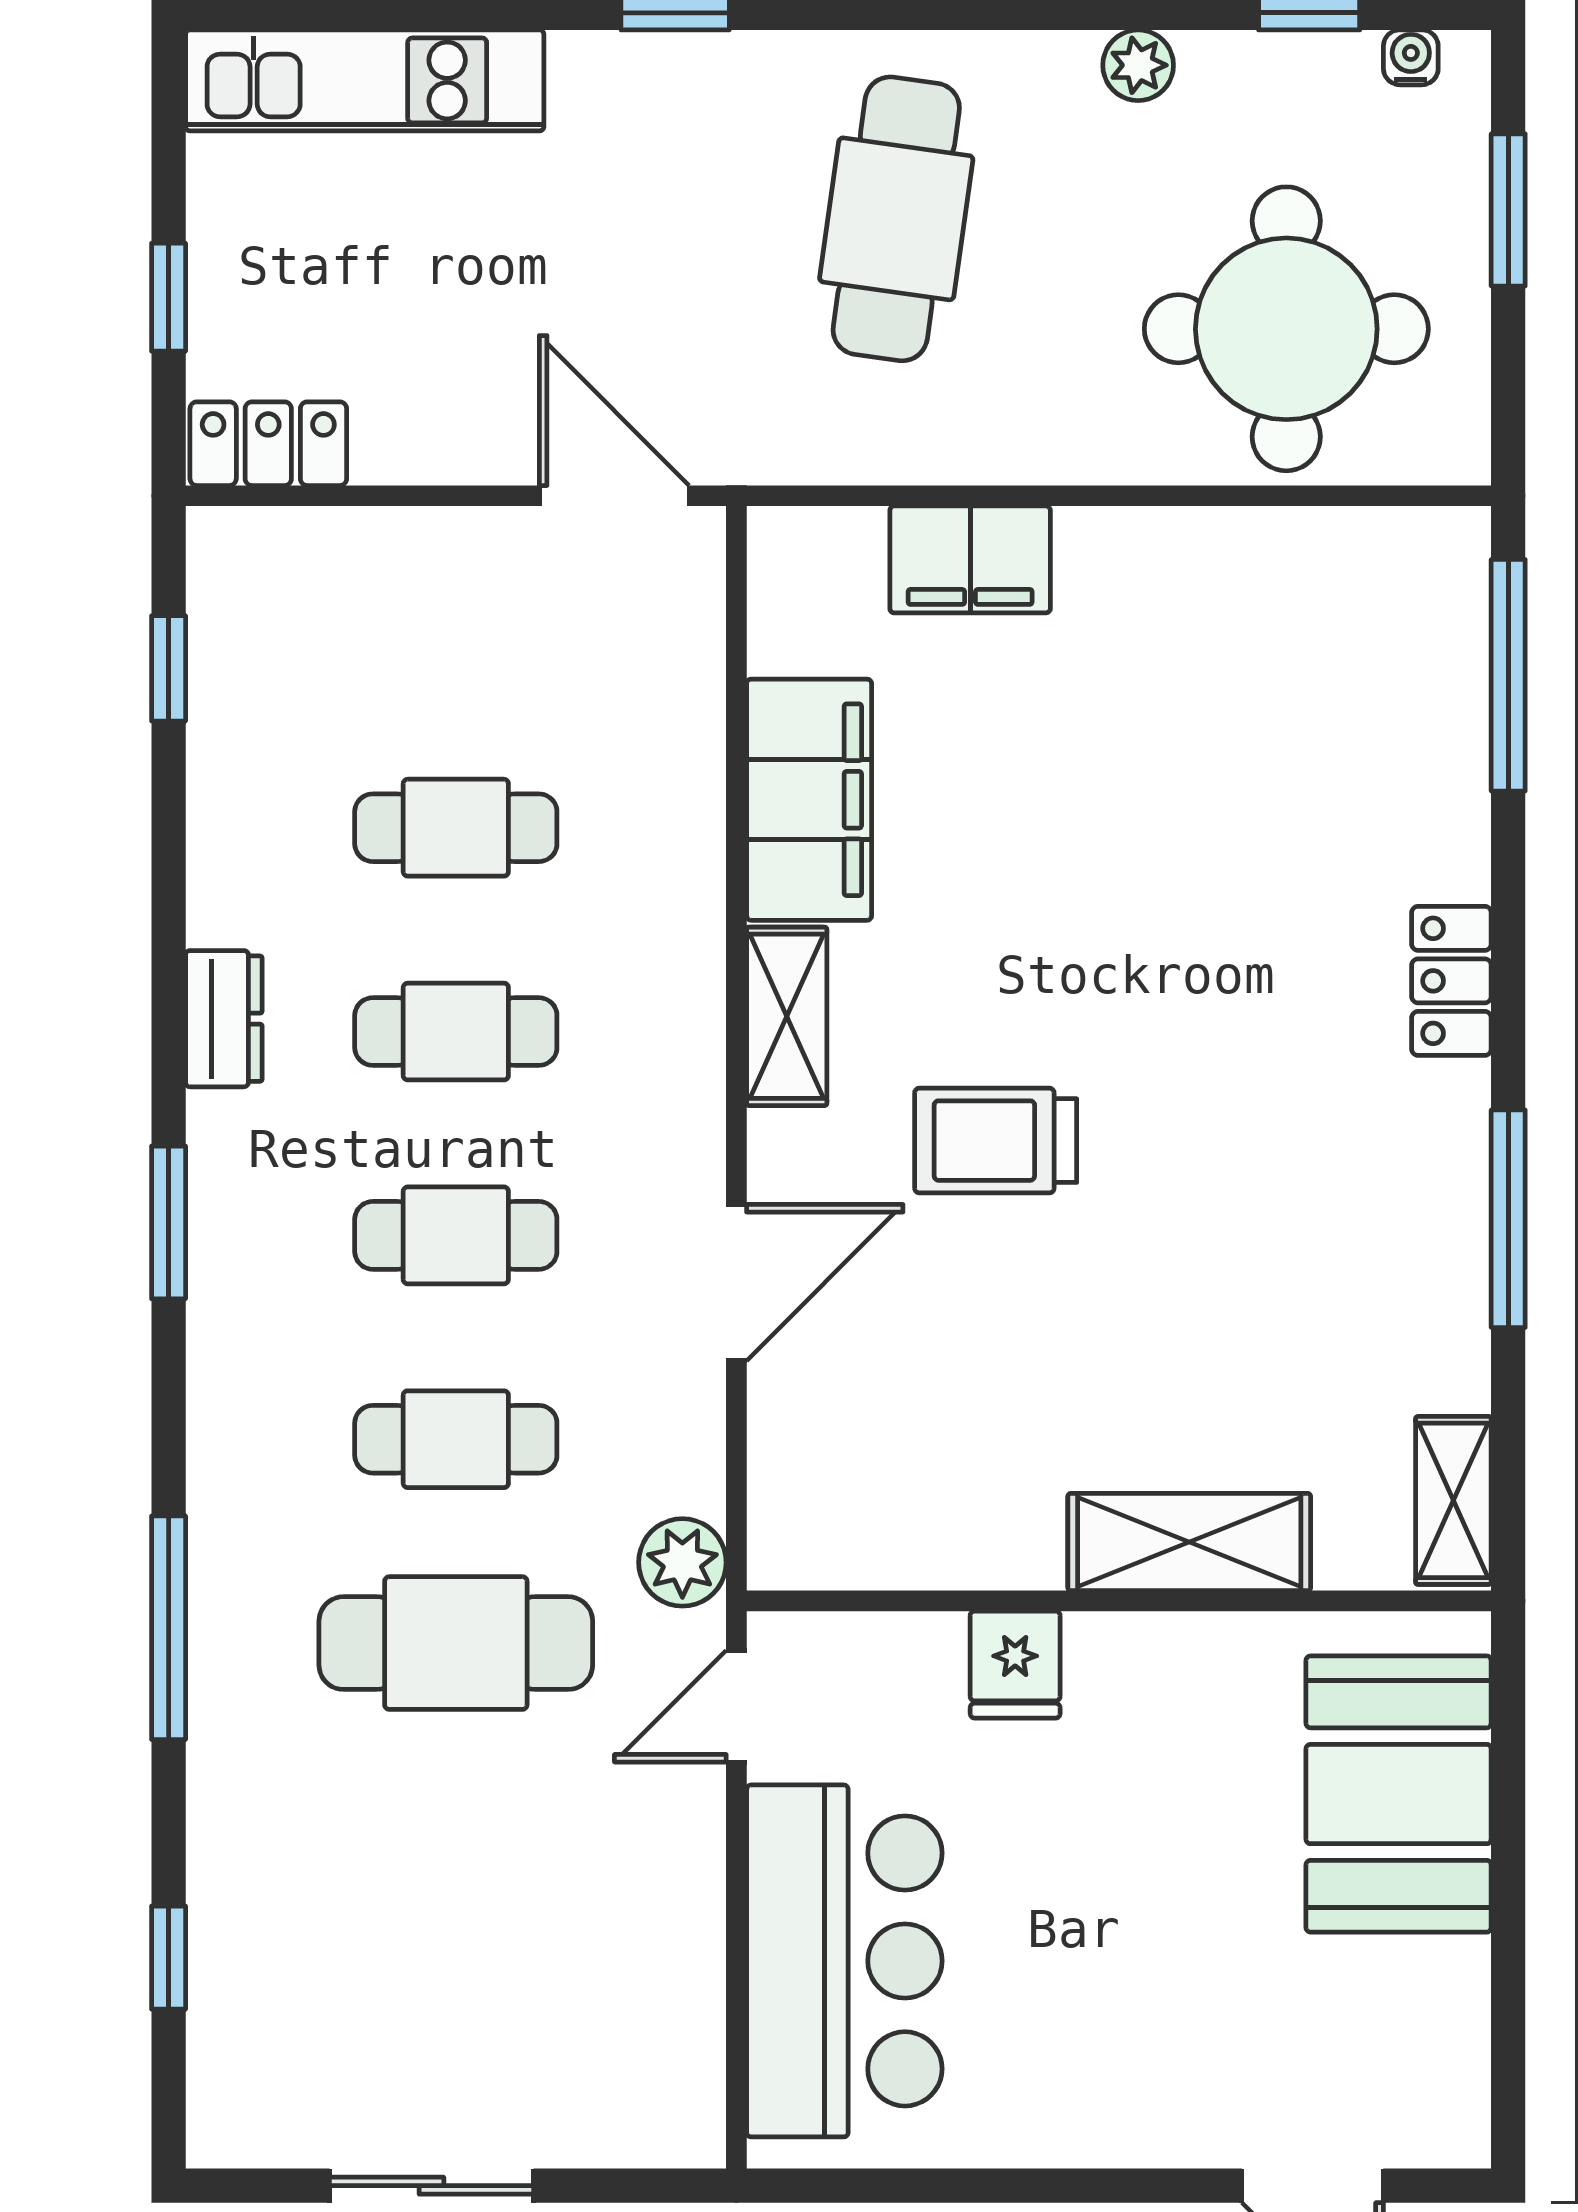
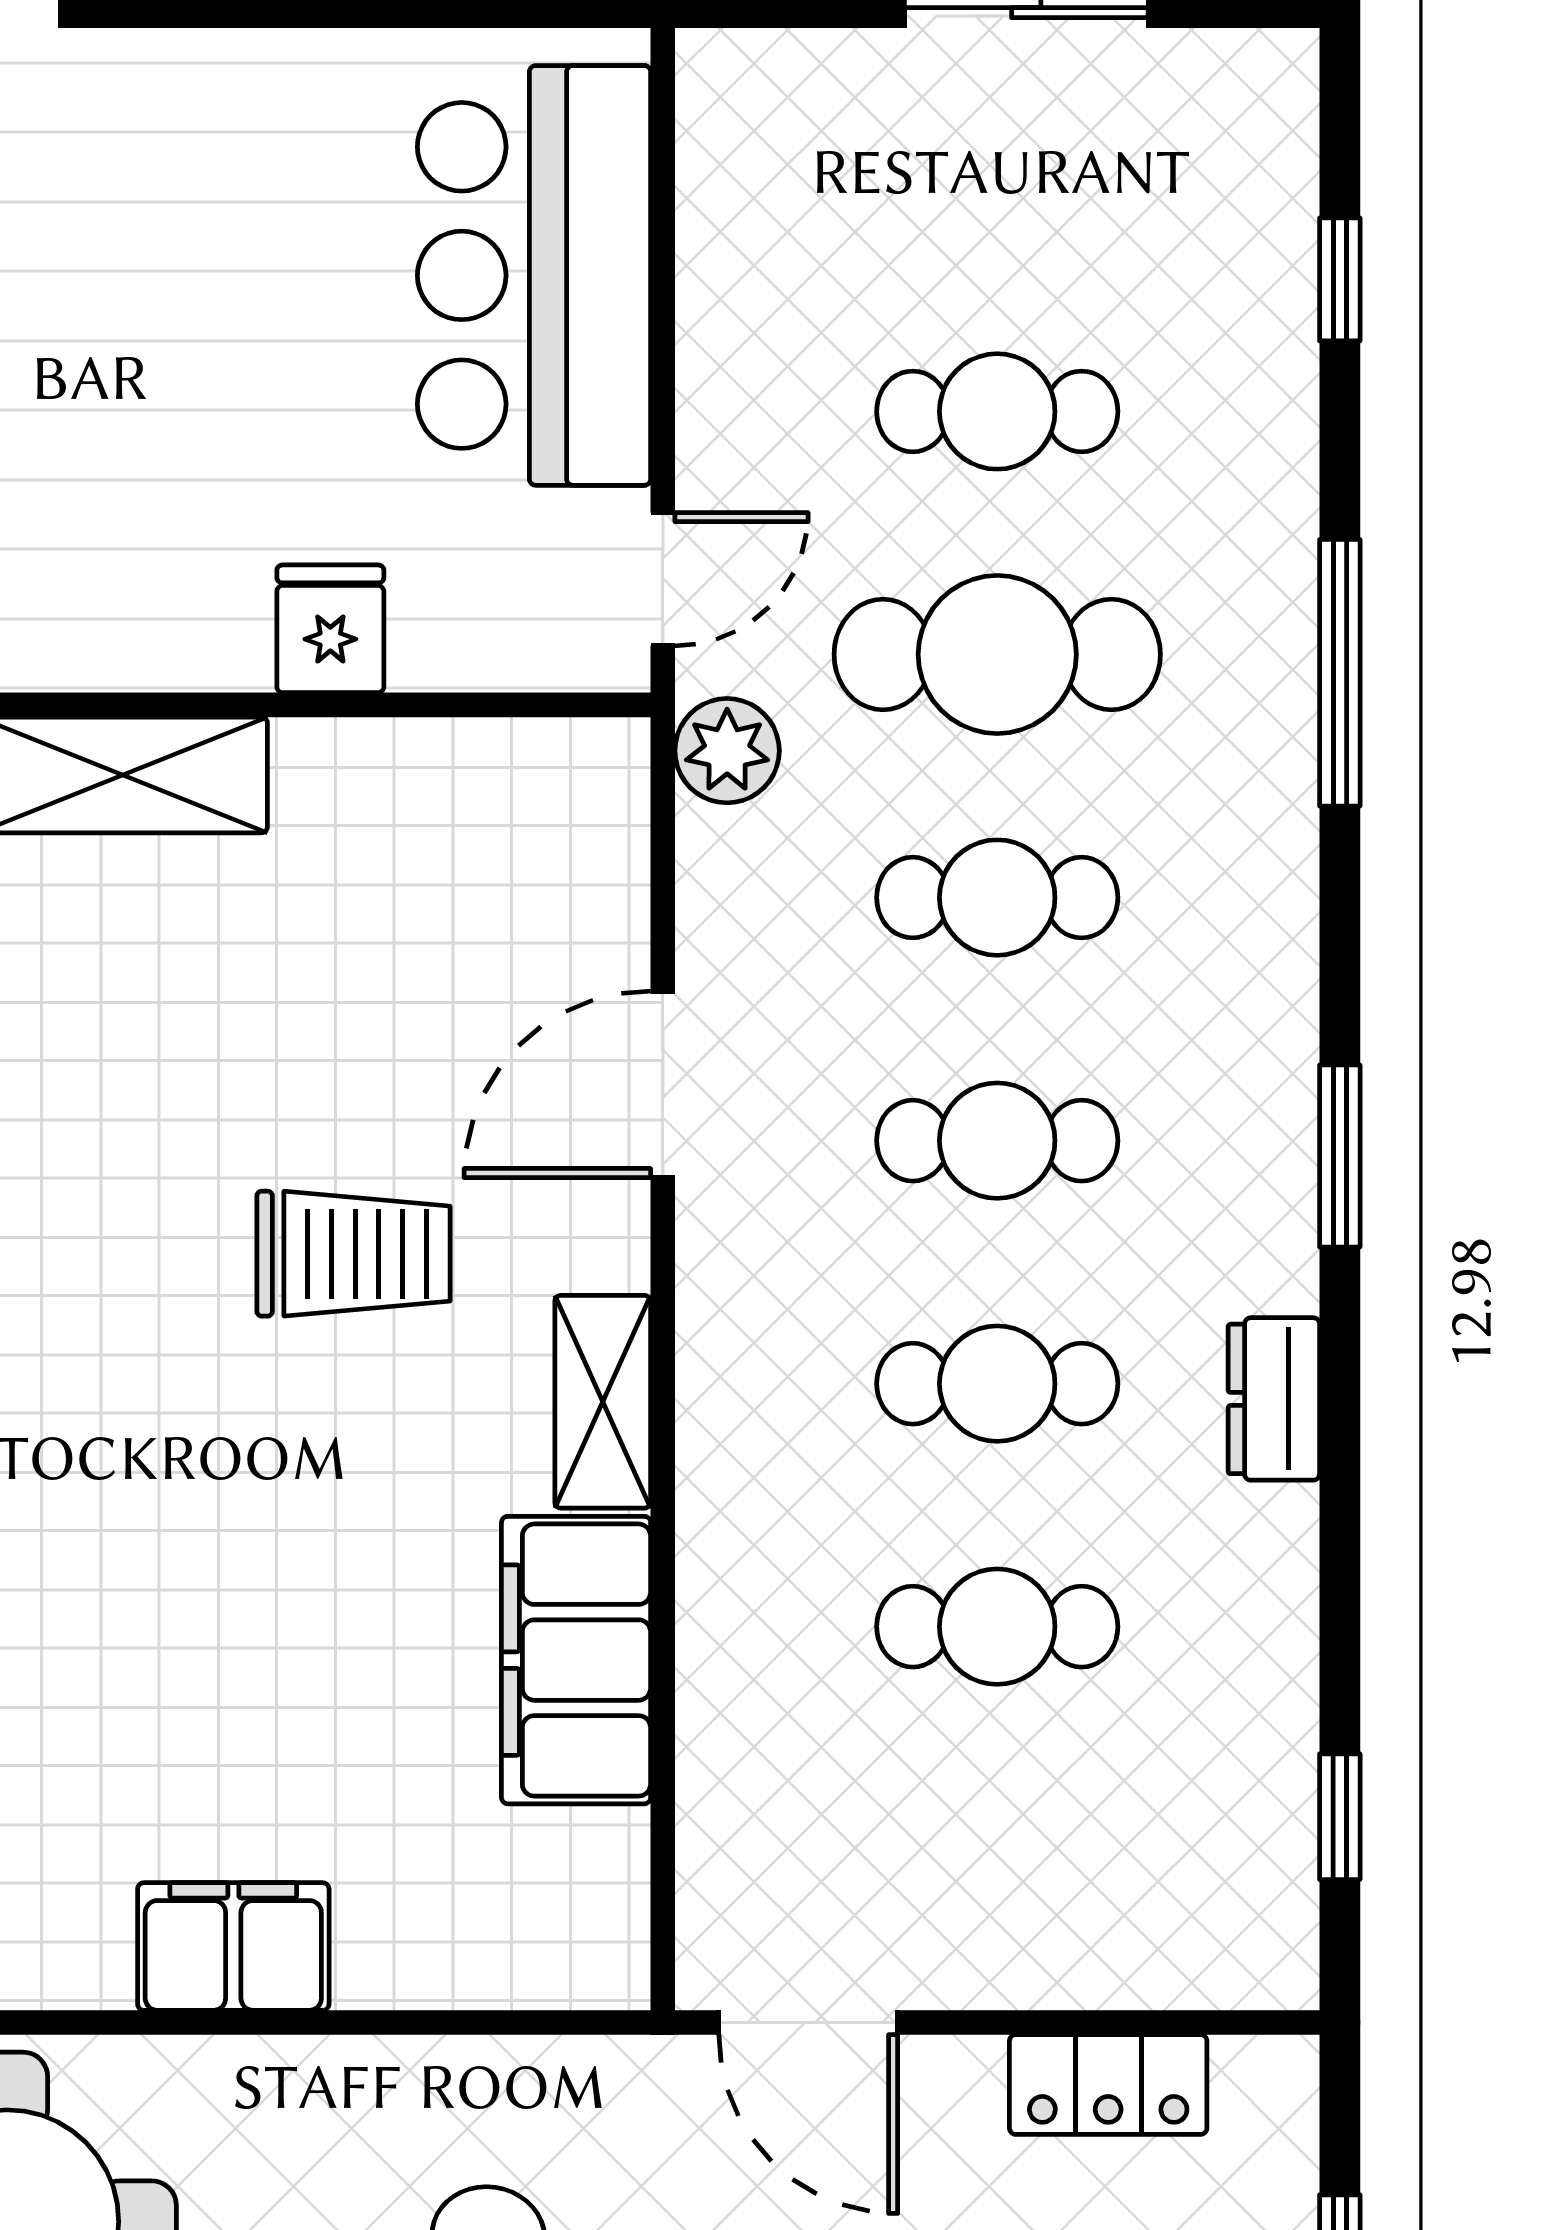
locker: (268, 444) -> (1108, 2085), moved
filing cabinet: (970, 559) -> (233, 1947), moved
cafe table: (456, 1847) -> (997, 411), added

